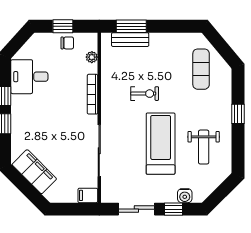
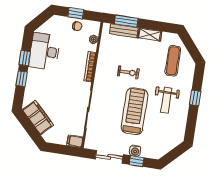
shelving: (165, 39) -> (150, 35), added
desk: (29, 77) -> (45, 51), width x1.37
weight bench: (204, 147) -> (166, 100), moved
water cooler: (185, 196) -> (135, 151), moved

